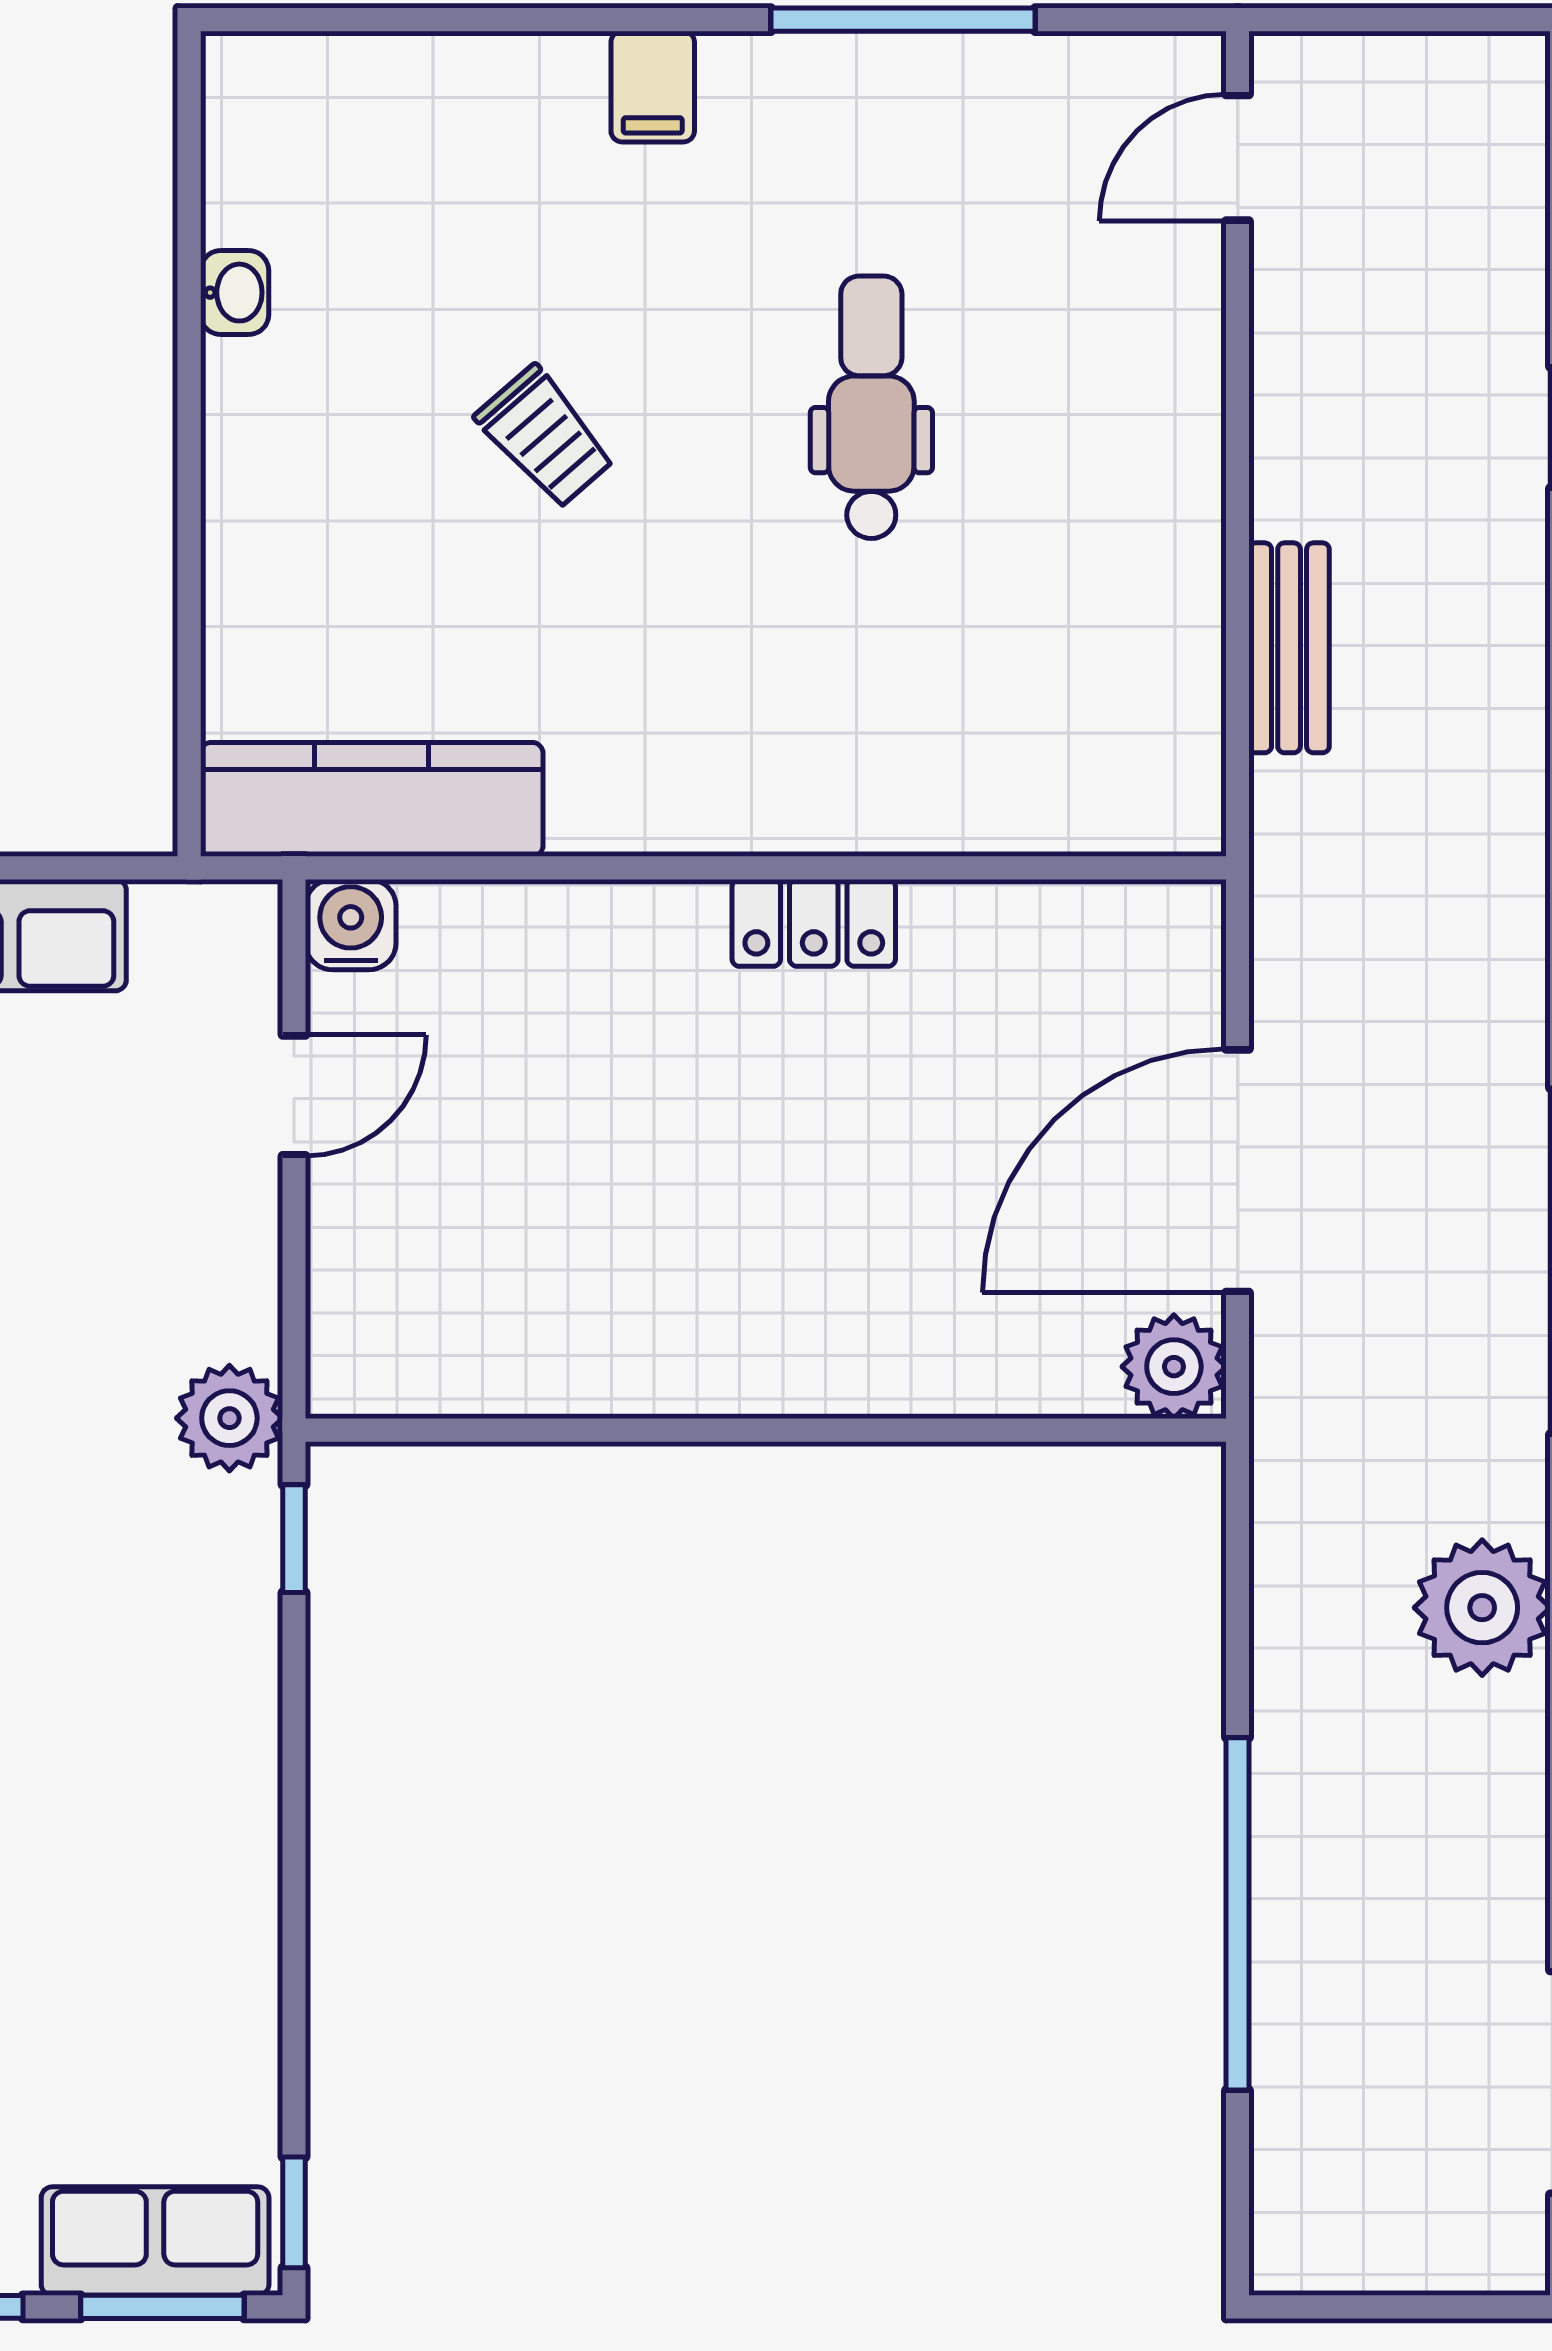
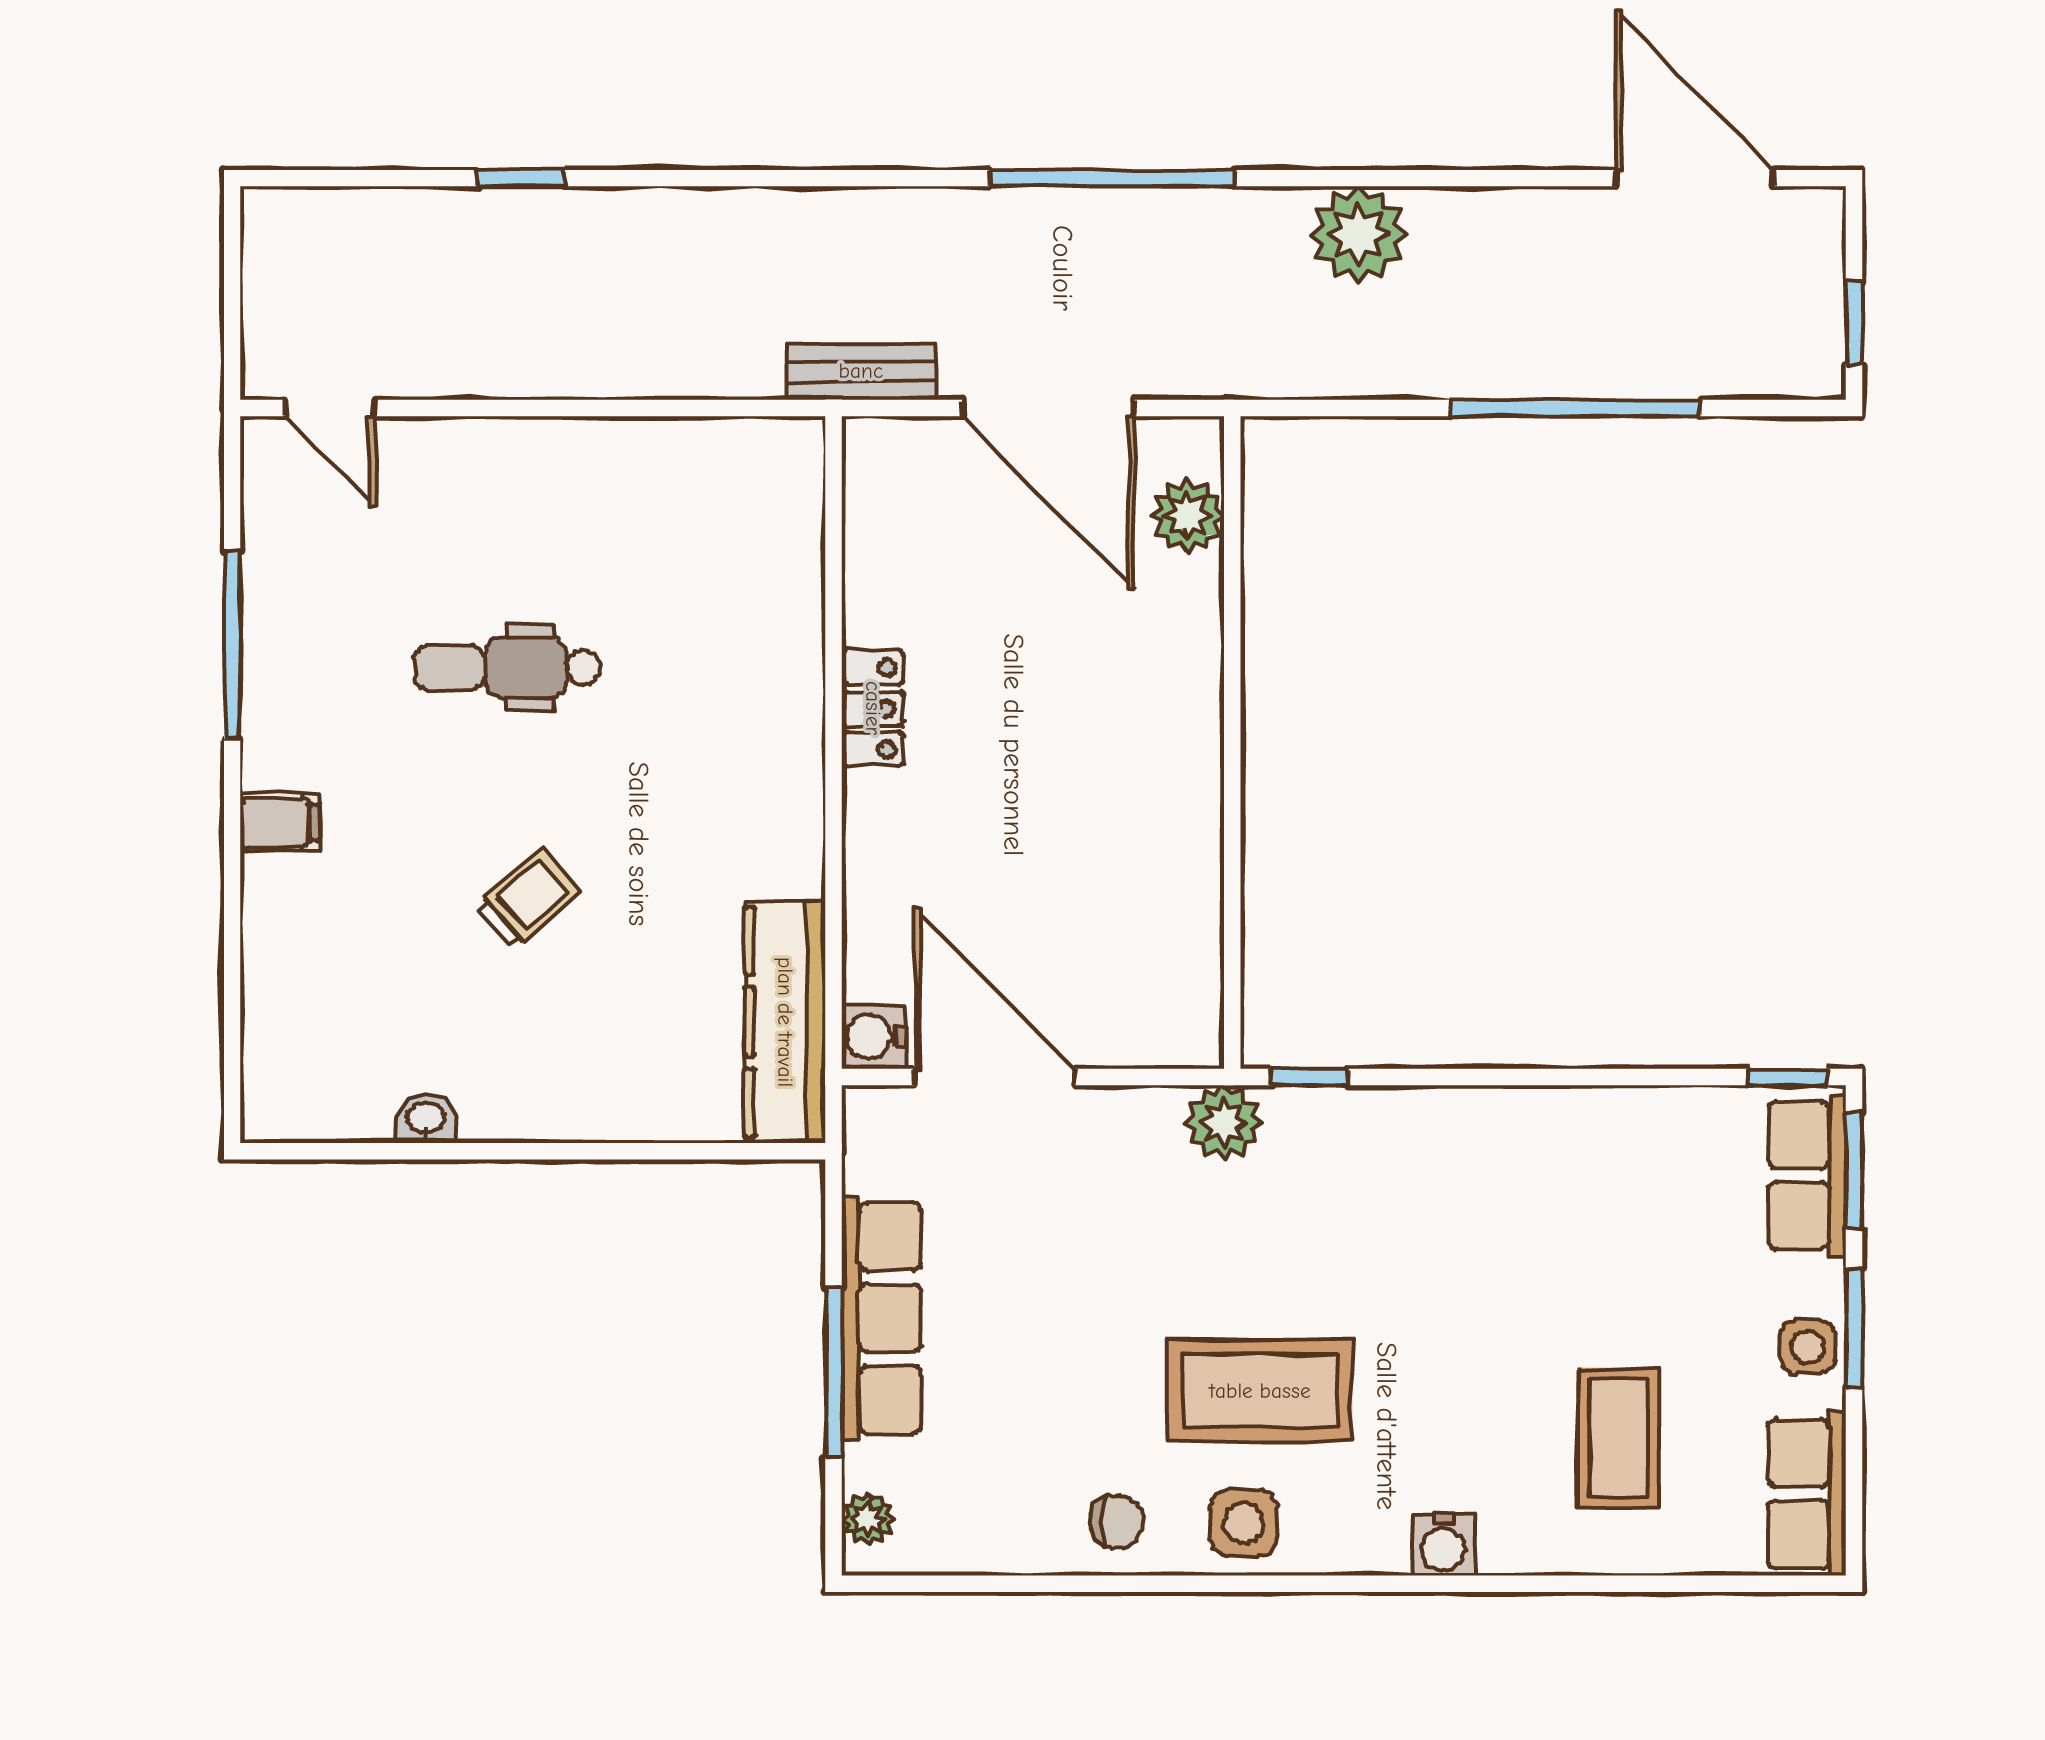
bench: (1289, 648) -> (861, 371), moved
door: (294, 1095) -> (995, 1077), width x1.88
plant: (1174, 1367) -> (1187, 516), moved
window: (1358, 2307) -> (1854, 323), added

